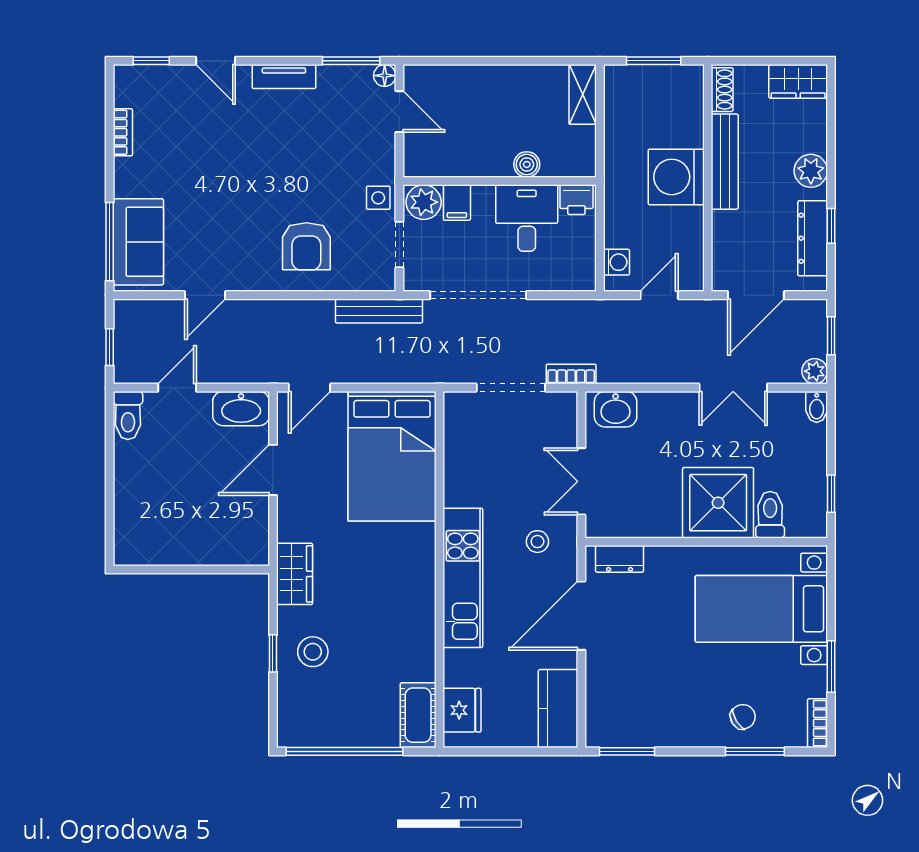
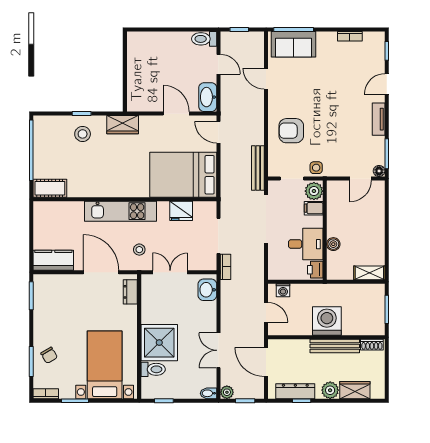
wardrobe: (798, 81) -> (355, 390), moved, turned 90
fridge: (462, 710) -> (181, 211), moved

